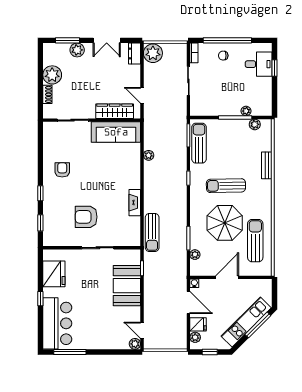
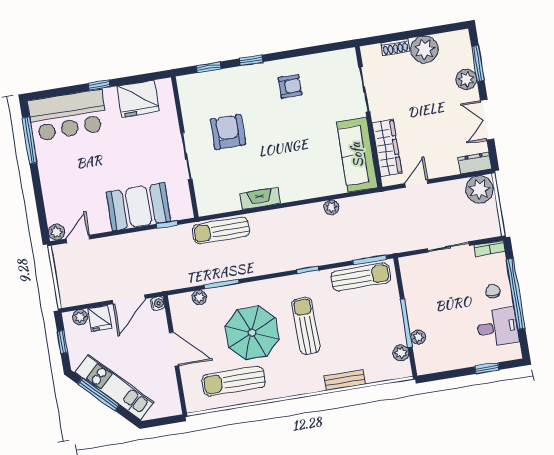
desk: (259, 64) -> (498, 327), moved, turned -90
sun lounger: (255, 241) -> (234, 381), turned 180
window: (258, 325) -> (98, 394), moved

